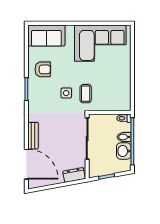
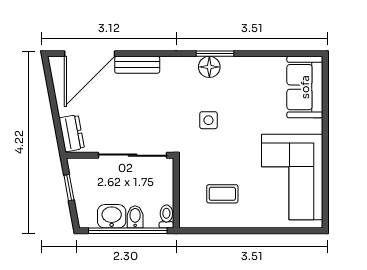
armchair: (43, 69) -> (248, 81), removed
floor lamp: (34, 93) -> (209, 67), added
coffee table: (86, 94) -> (222, 194), moved

